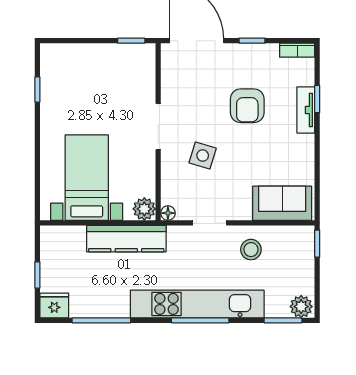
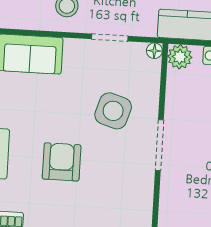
side table: (203, 156) -> (113, 111), width x1.37, depth x1.37

